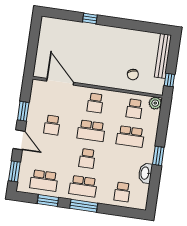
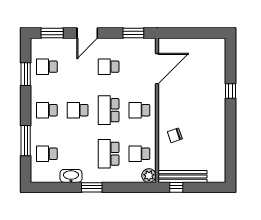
bench: (163, 56) -> (183, 176), moved
chair: (133, 75) -> (175, 135), moved
window: (23, 111) -> (133, 33), moved
school desk: (44, 181) -> (47, 67), width x0.54
school desk: (83, 186) -> (47, 110), width x0.54
window: (84, 206) -> (26, 141), moved

